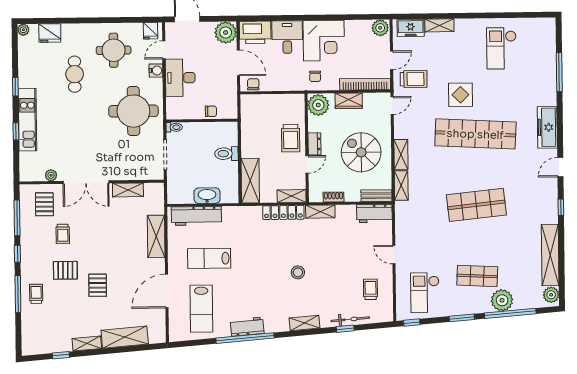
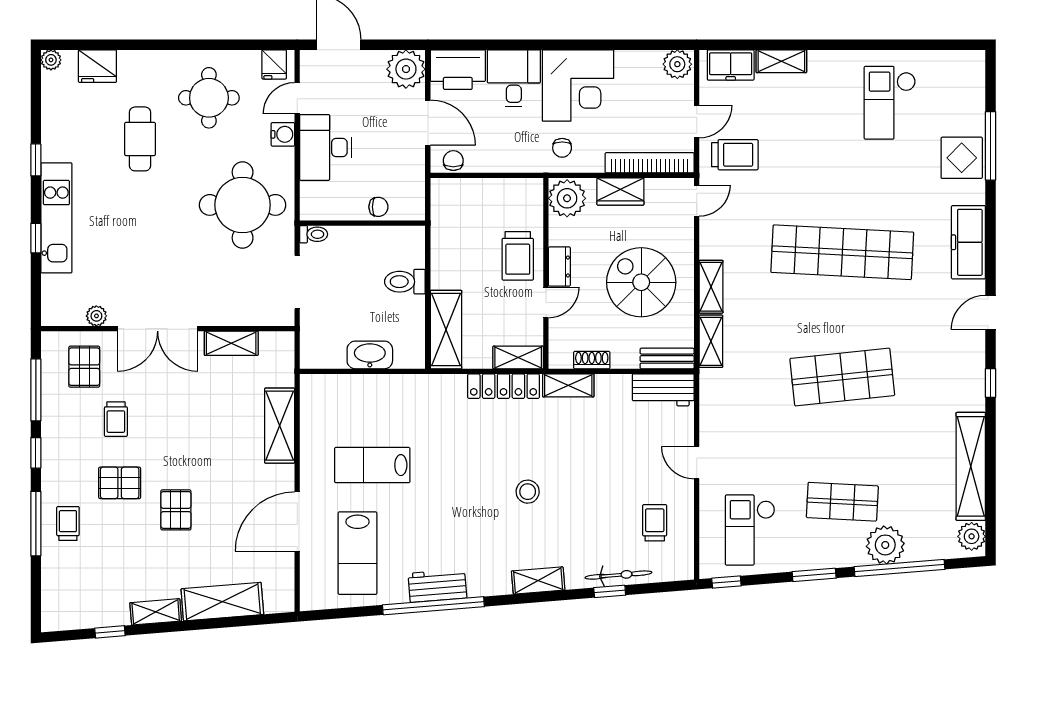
display table: (460, 95) -> (962, 158), moved
workbench: (196, 216) -> (351, 390), removed

